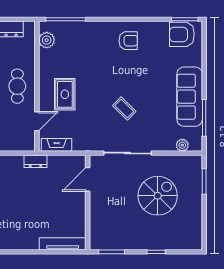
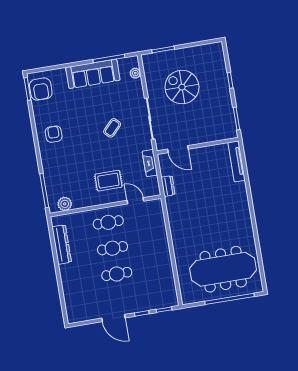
fireplace: (57, 145) -> (150, 163), moved
dresser: (35, 161) -> (168, 186), moved

